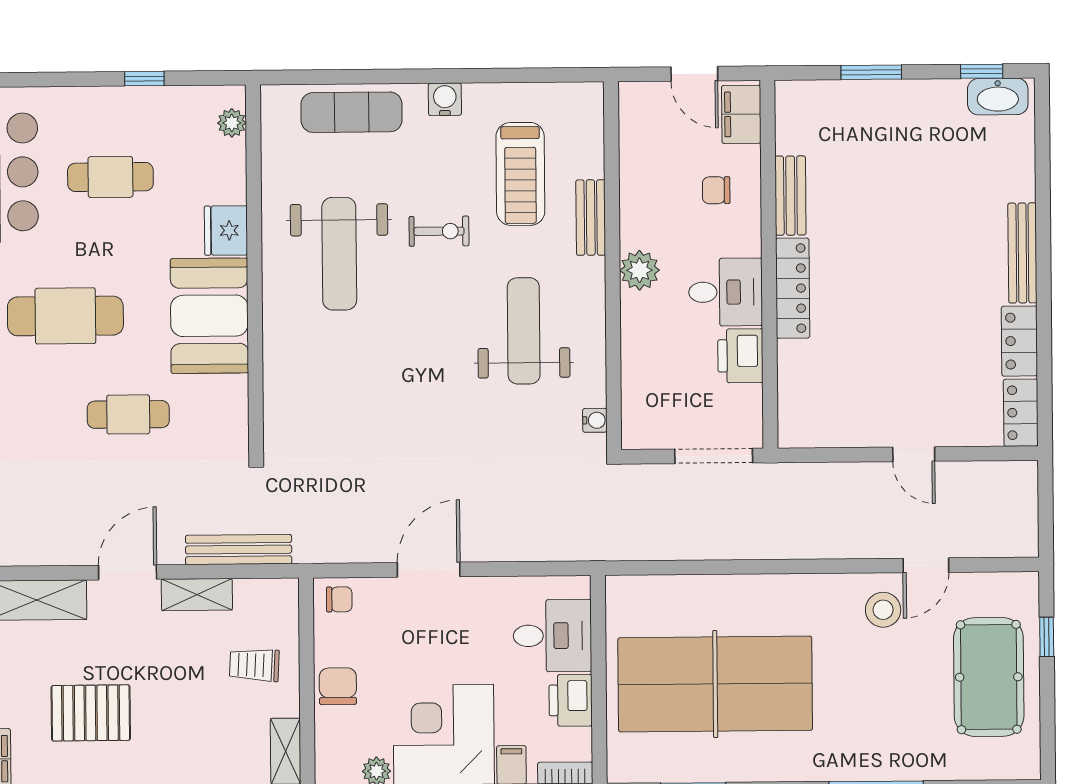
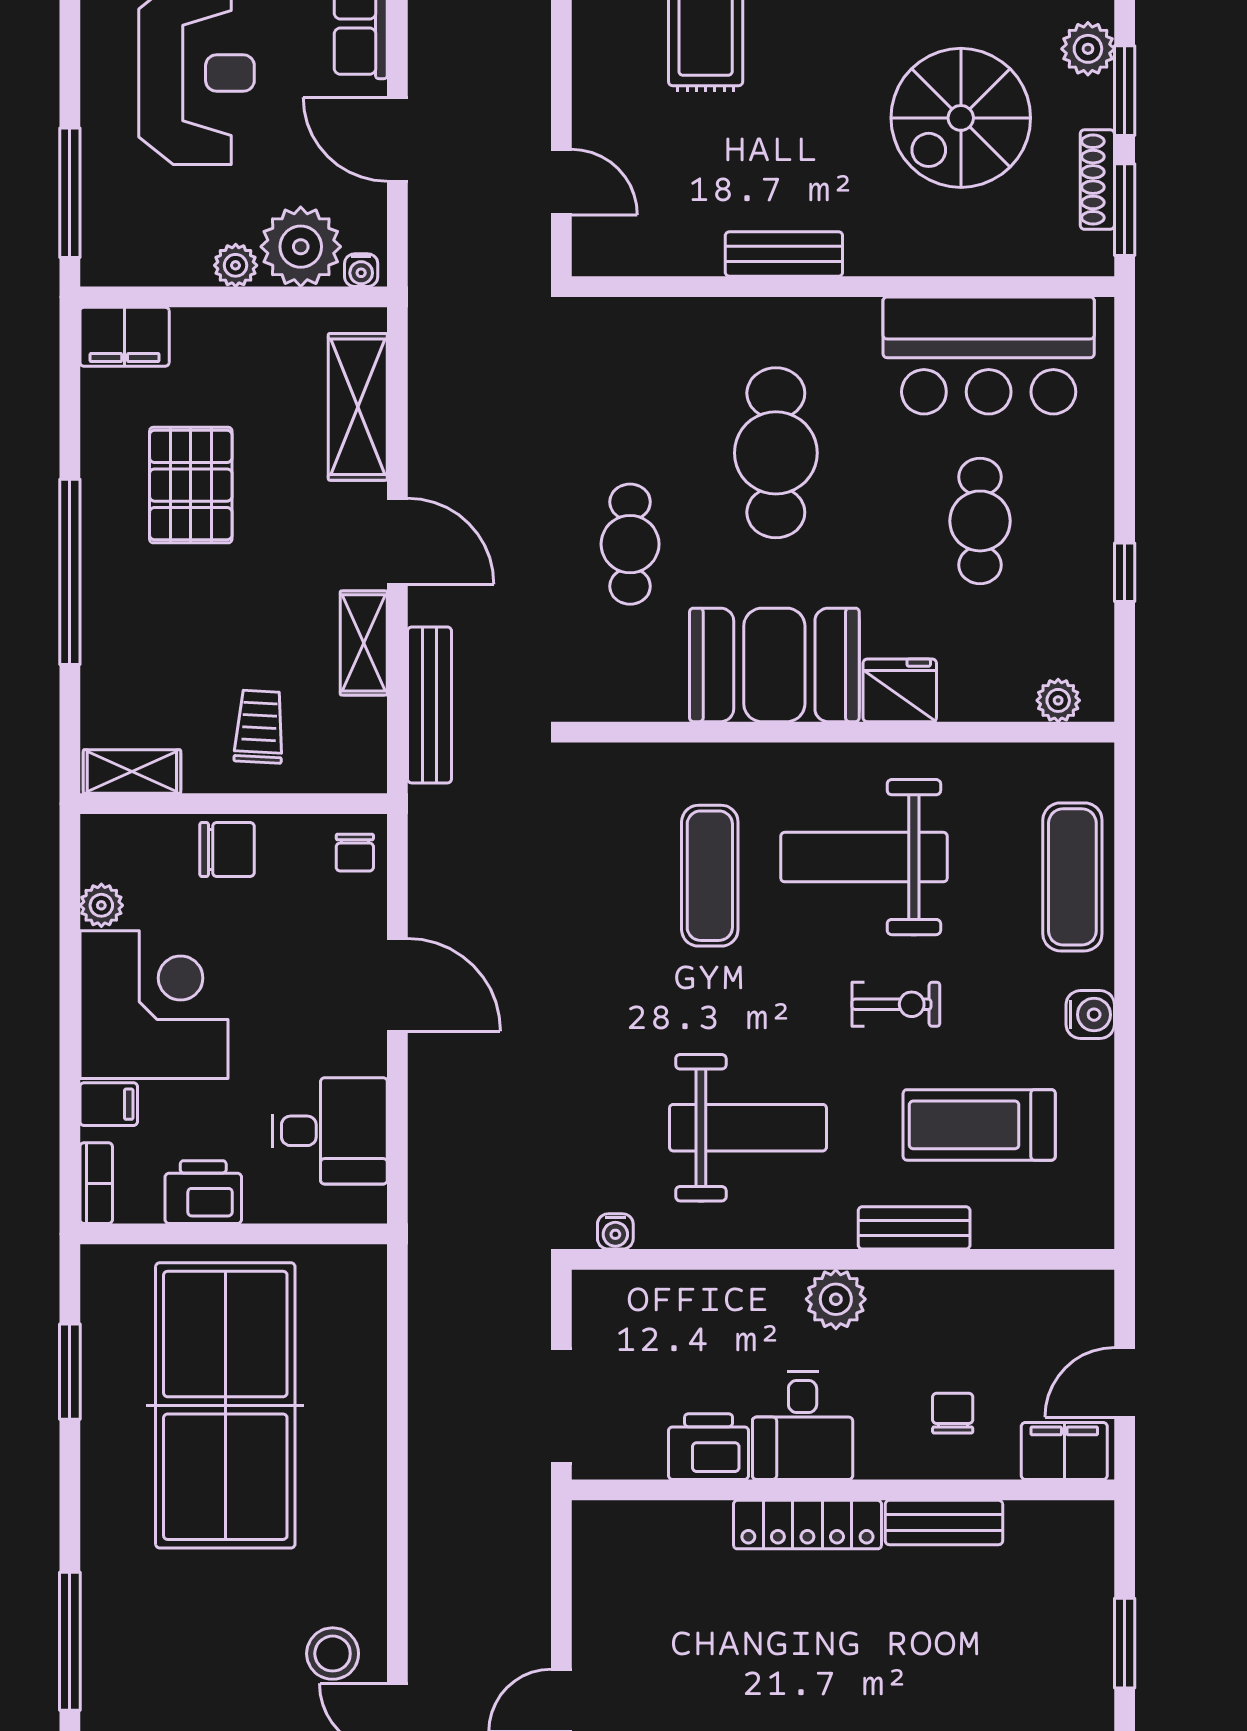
exercise bike: (439, 231) -> (896, 1004), turned -90
exercise mat: (353, 358) -> (710, 876), added
desk: (552, 636) -> (330, 1131), moved, turned -90

